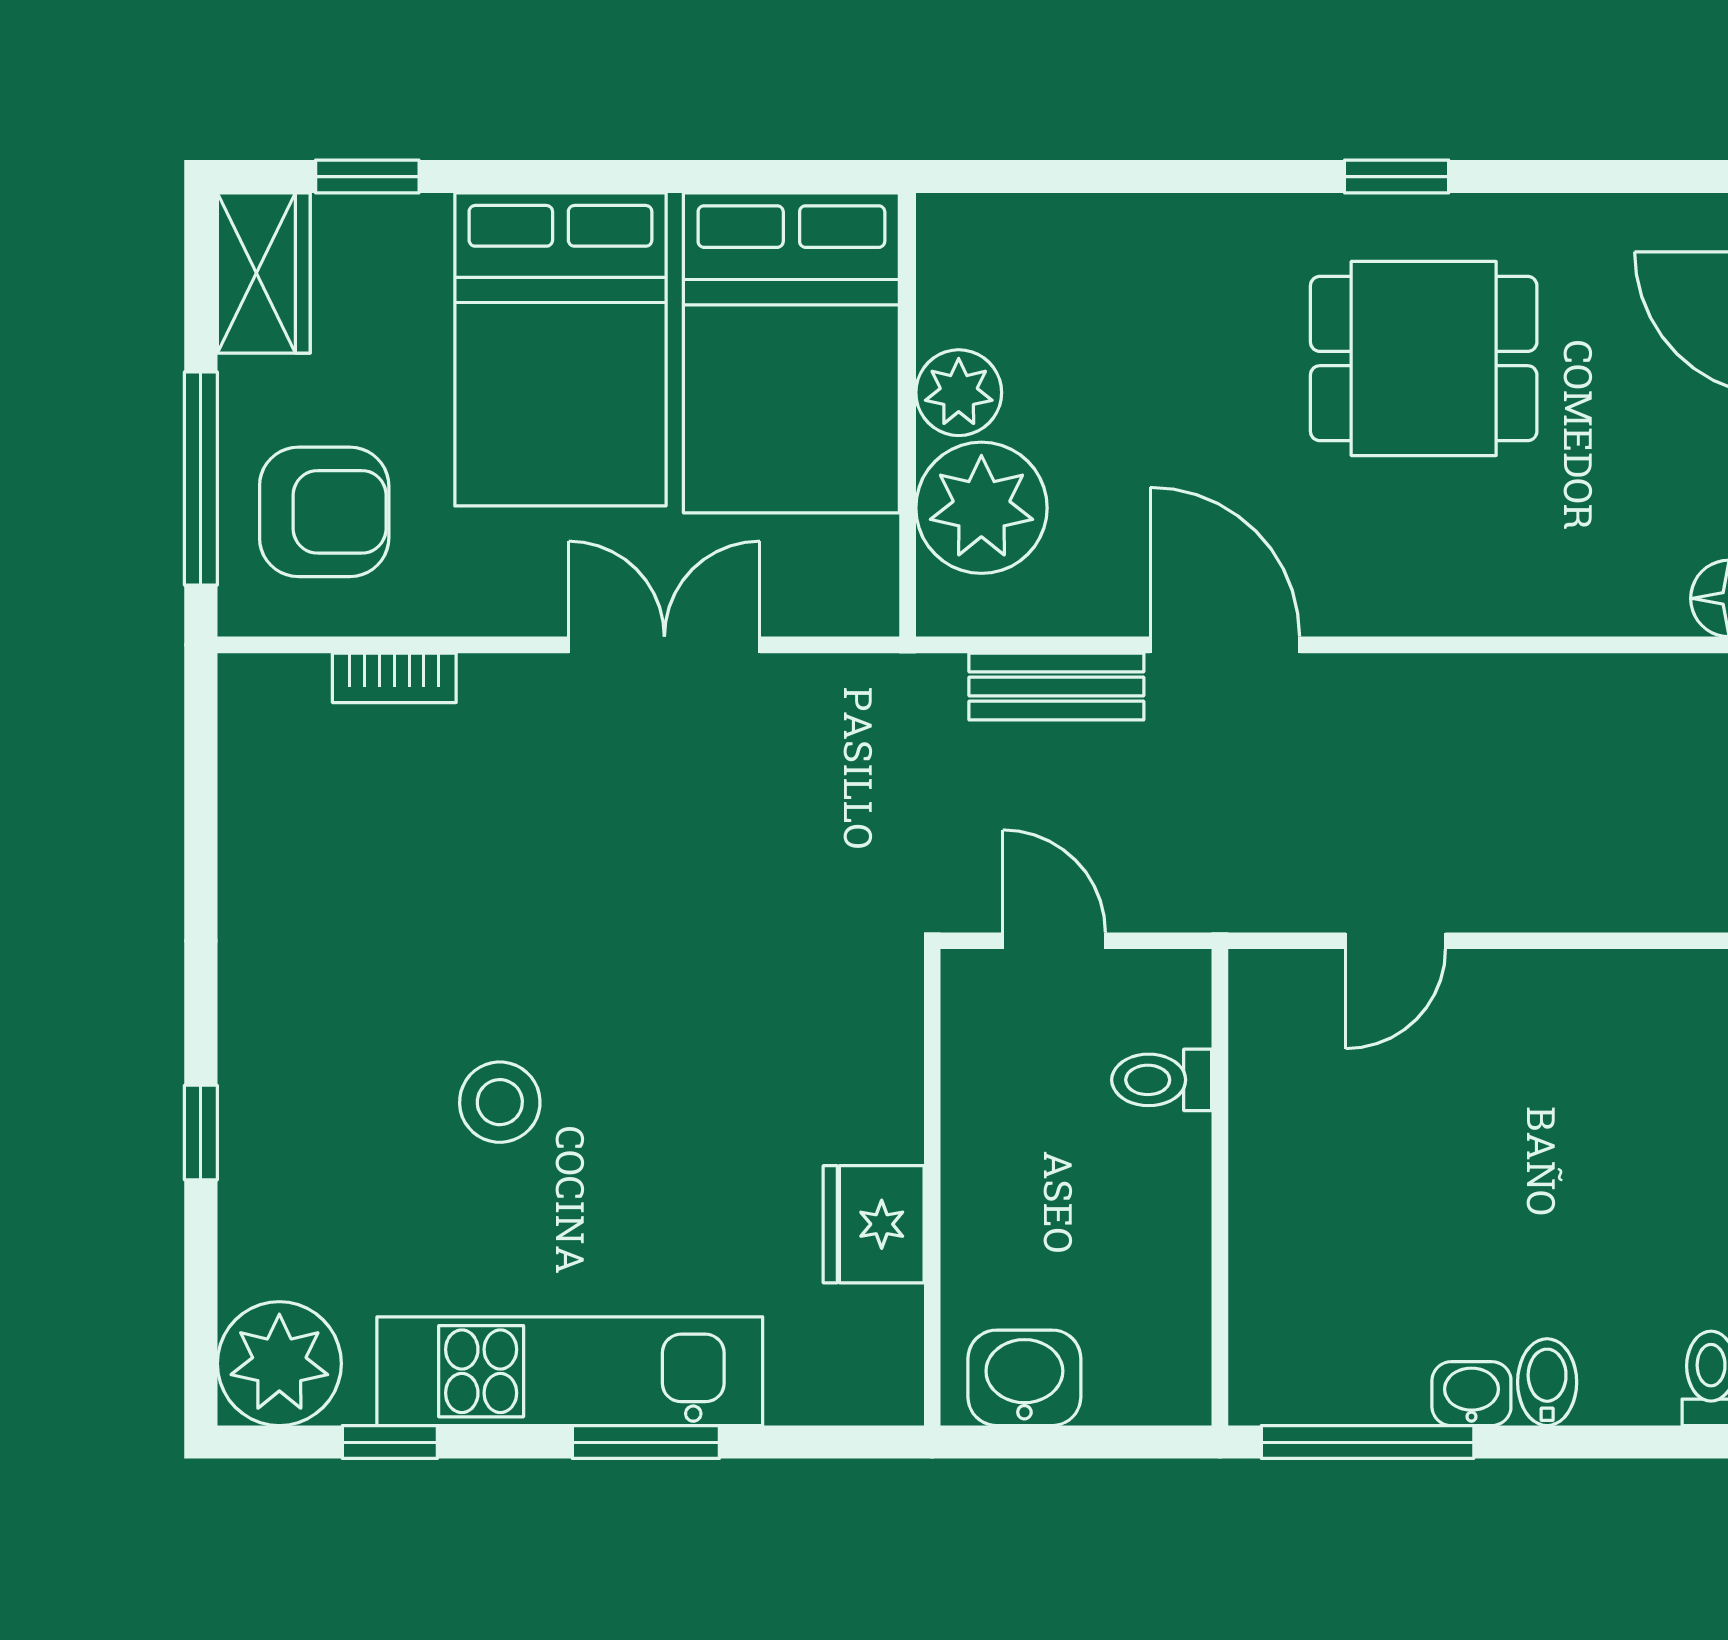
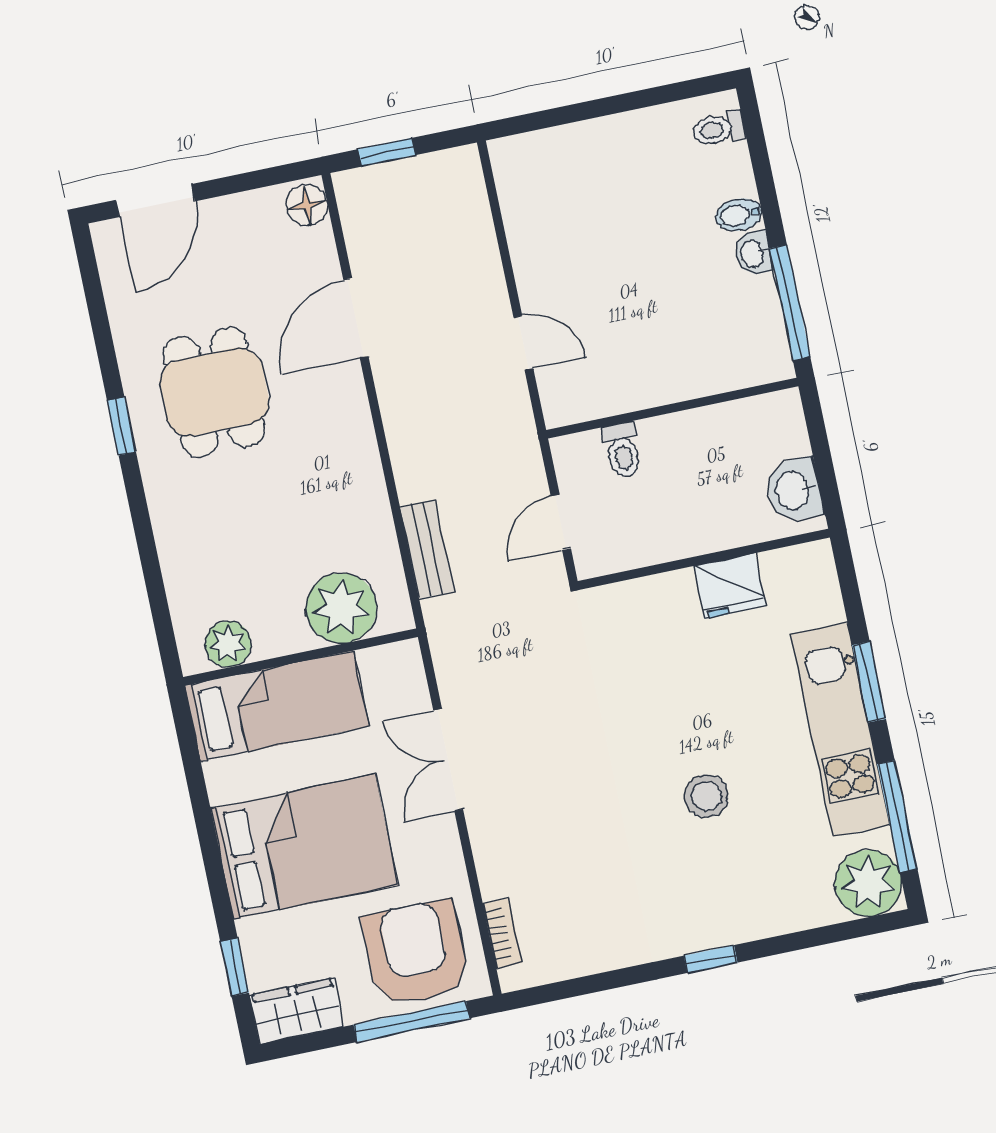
bed: (791, 353) -> (277, 706), width x0.67
plant: (959, 393) -> (228, 644), moved
armchair: (324, 512) -> (416, 953), width x1.36, depth x1.36
door: (1225, 645) -> (356, 318), moved
bookcase: (394, 678) -> (502, 933), moved
window: (201, 1133) -> (711, 959), moved
window: (390, 1442) -> (897, 816), width x2.17

